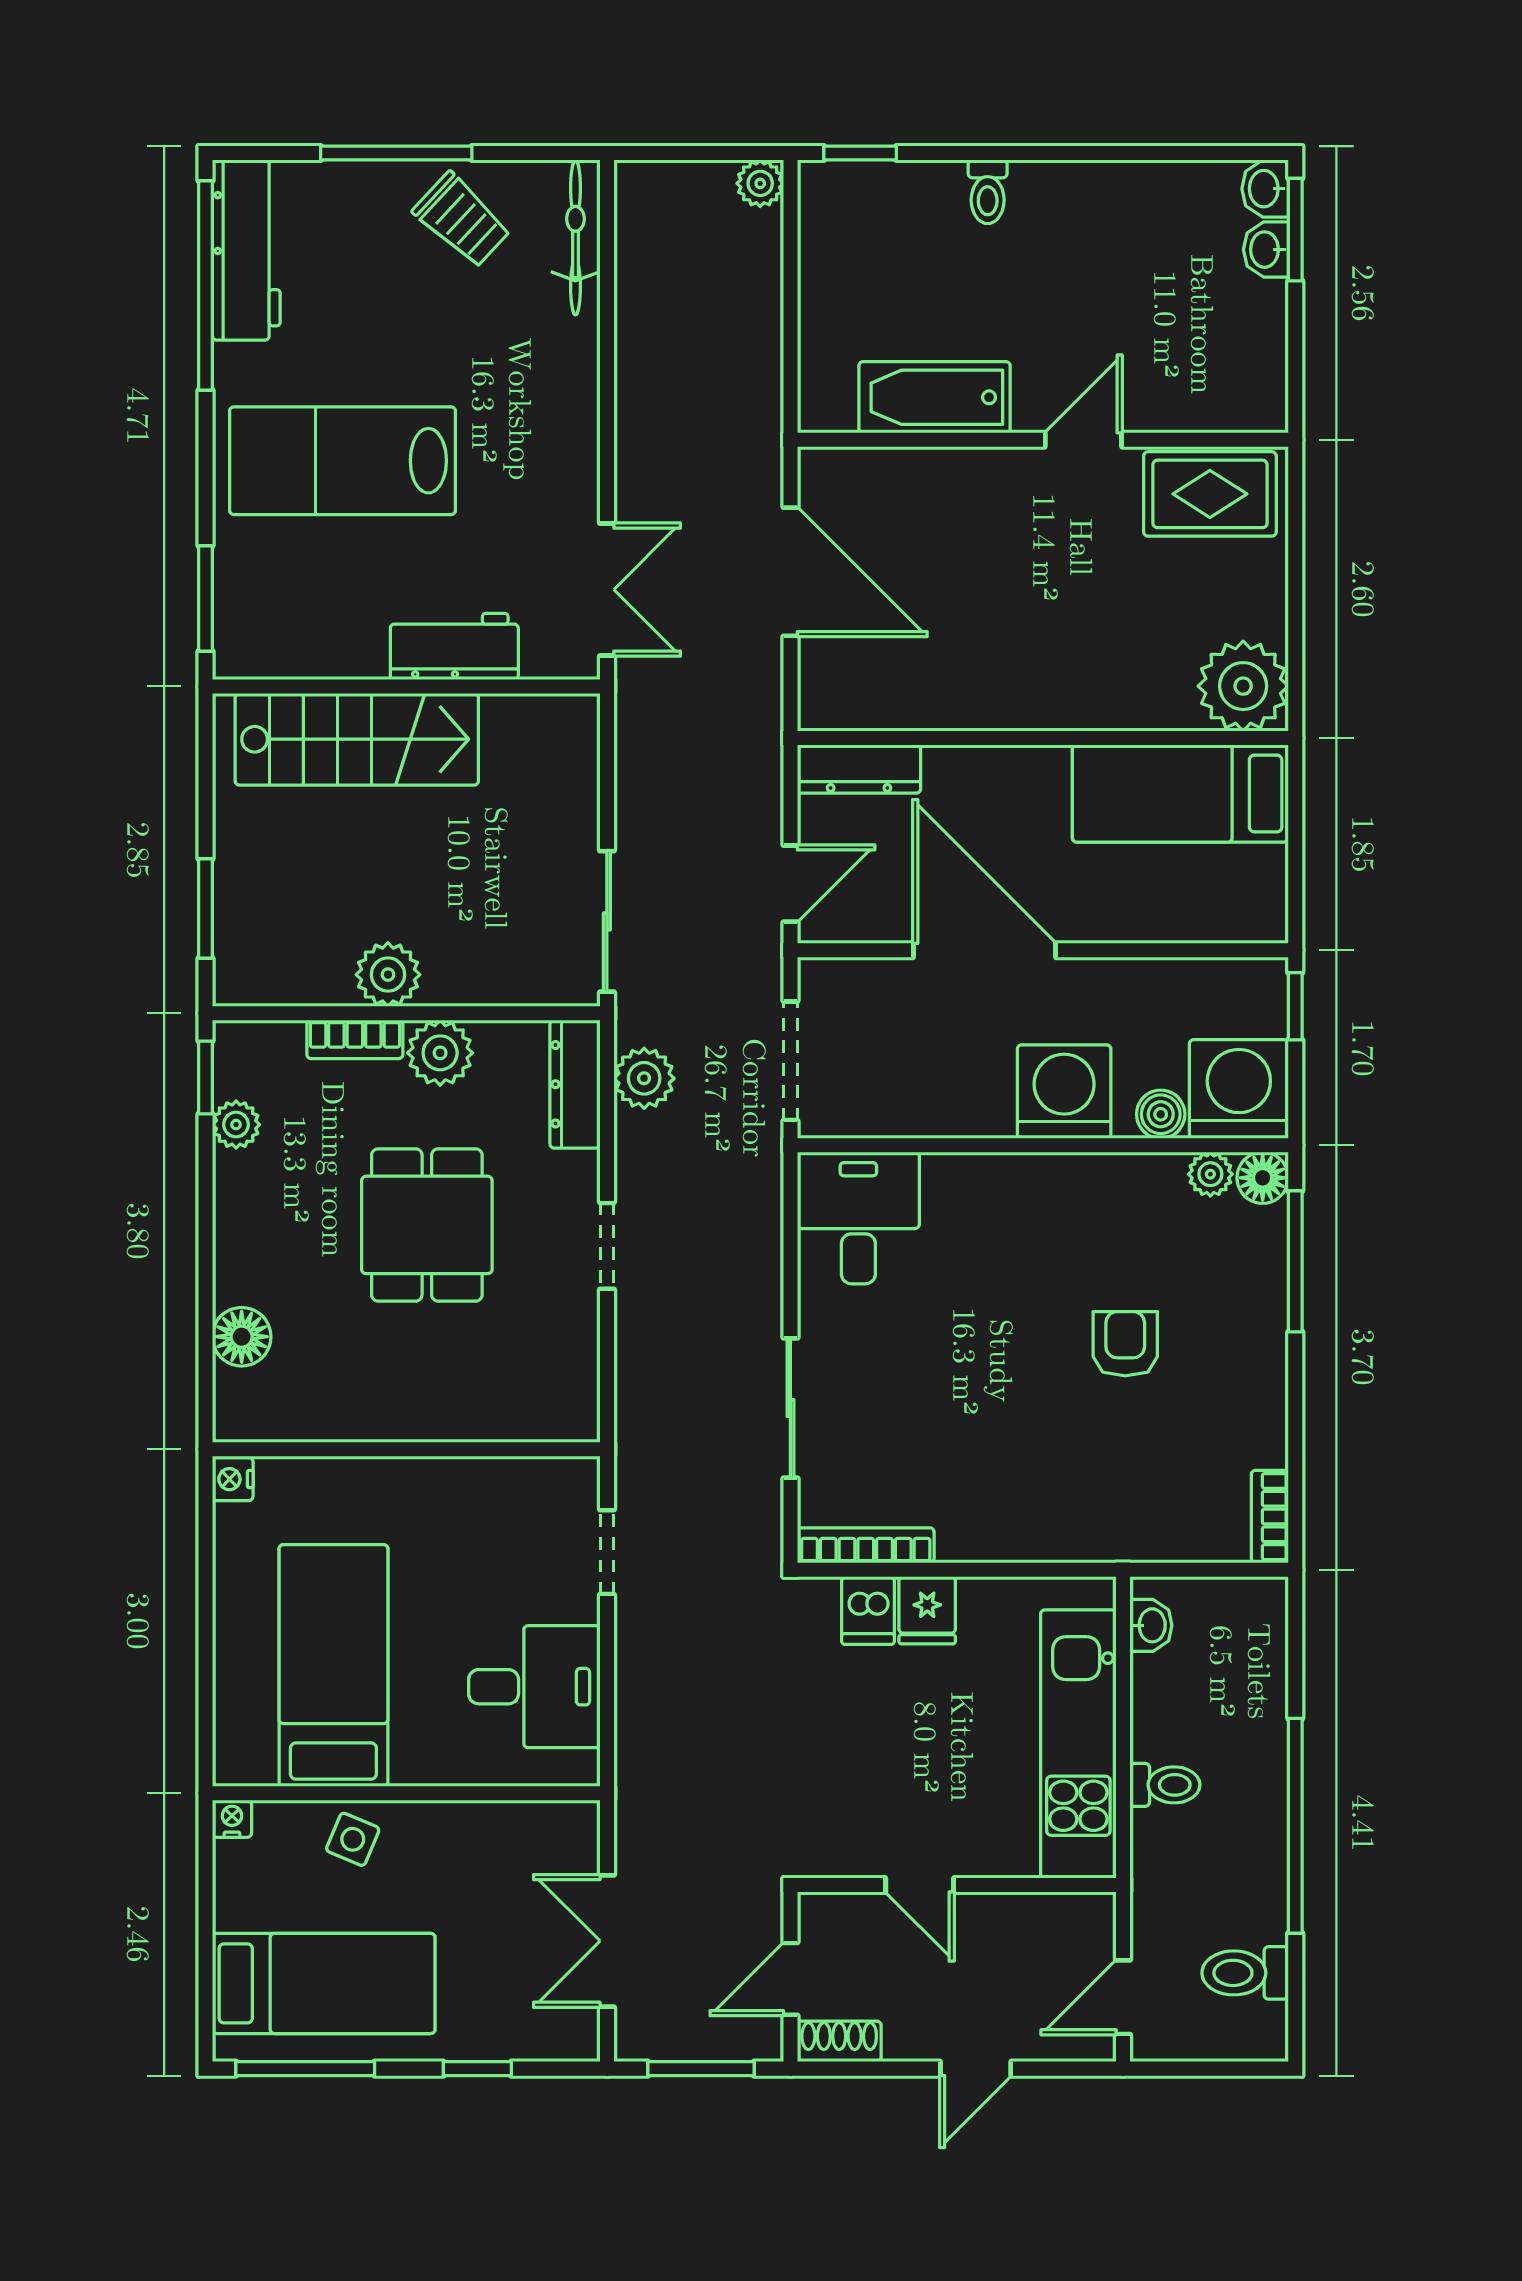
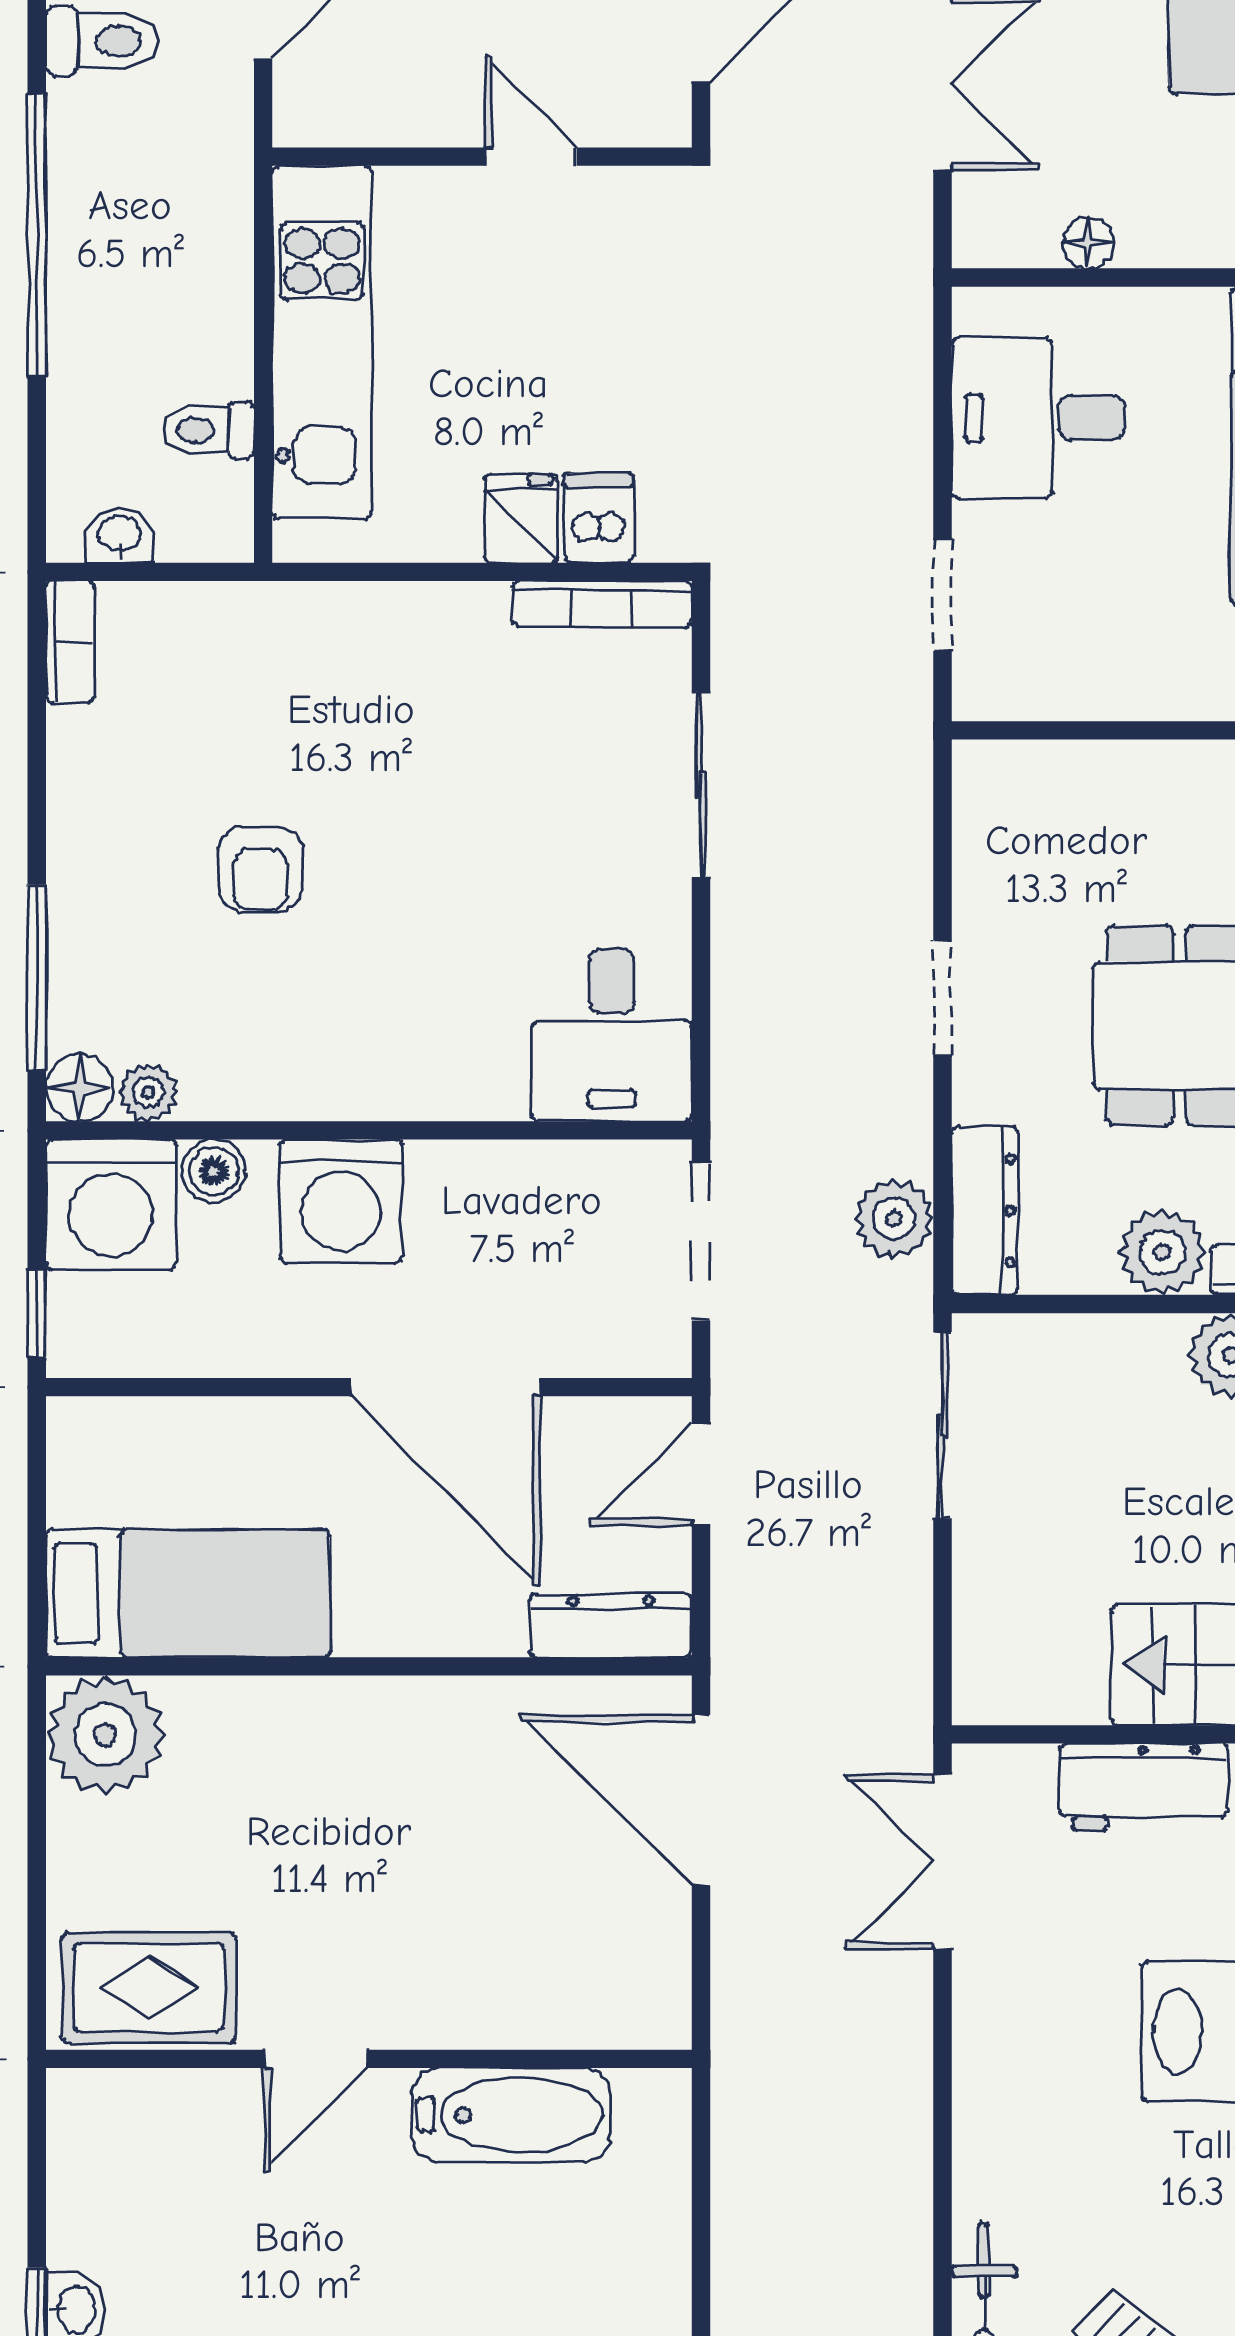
door: (790, 572) -> (701, 1800), moved
washbasin: (1151, 1625) -> (119, 535), moved, turned 90
toilet: (1165, 1785) -> (208, 430), moved
floor lamp: (496, 1820) -> (1088, 243), added

